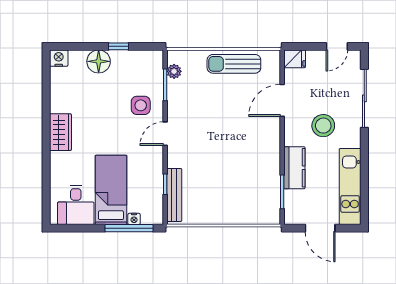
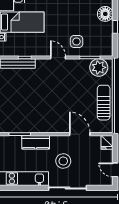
plant: (174, 71) -> (99, 67), width x1.88, depth x1.88
sliding door: (364, 98) -> (68, 188), moved

